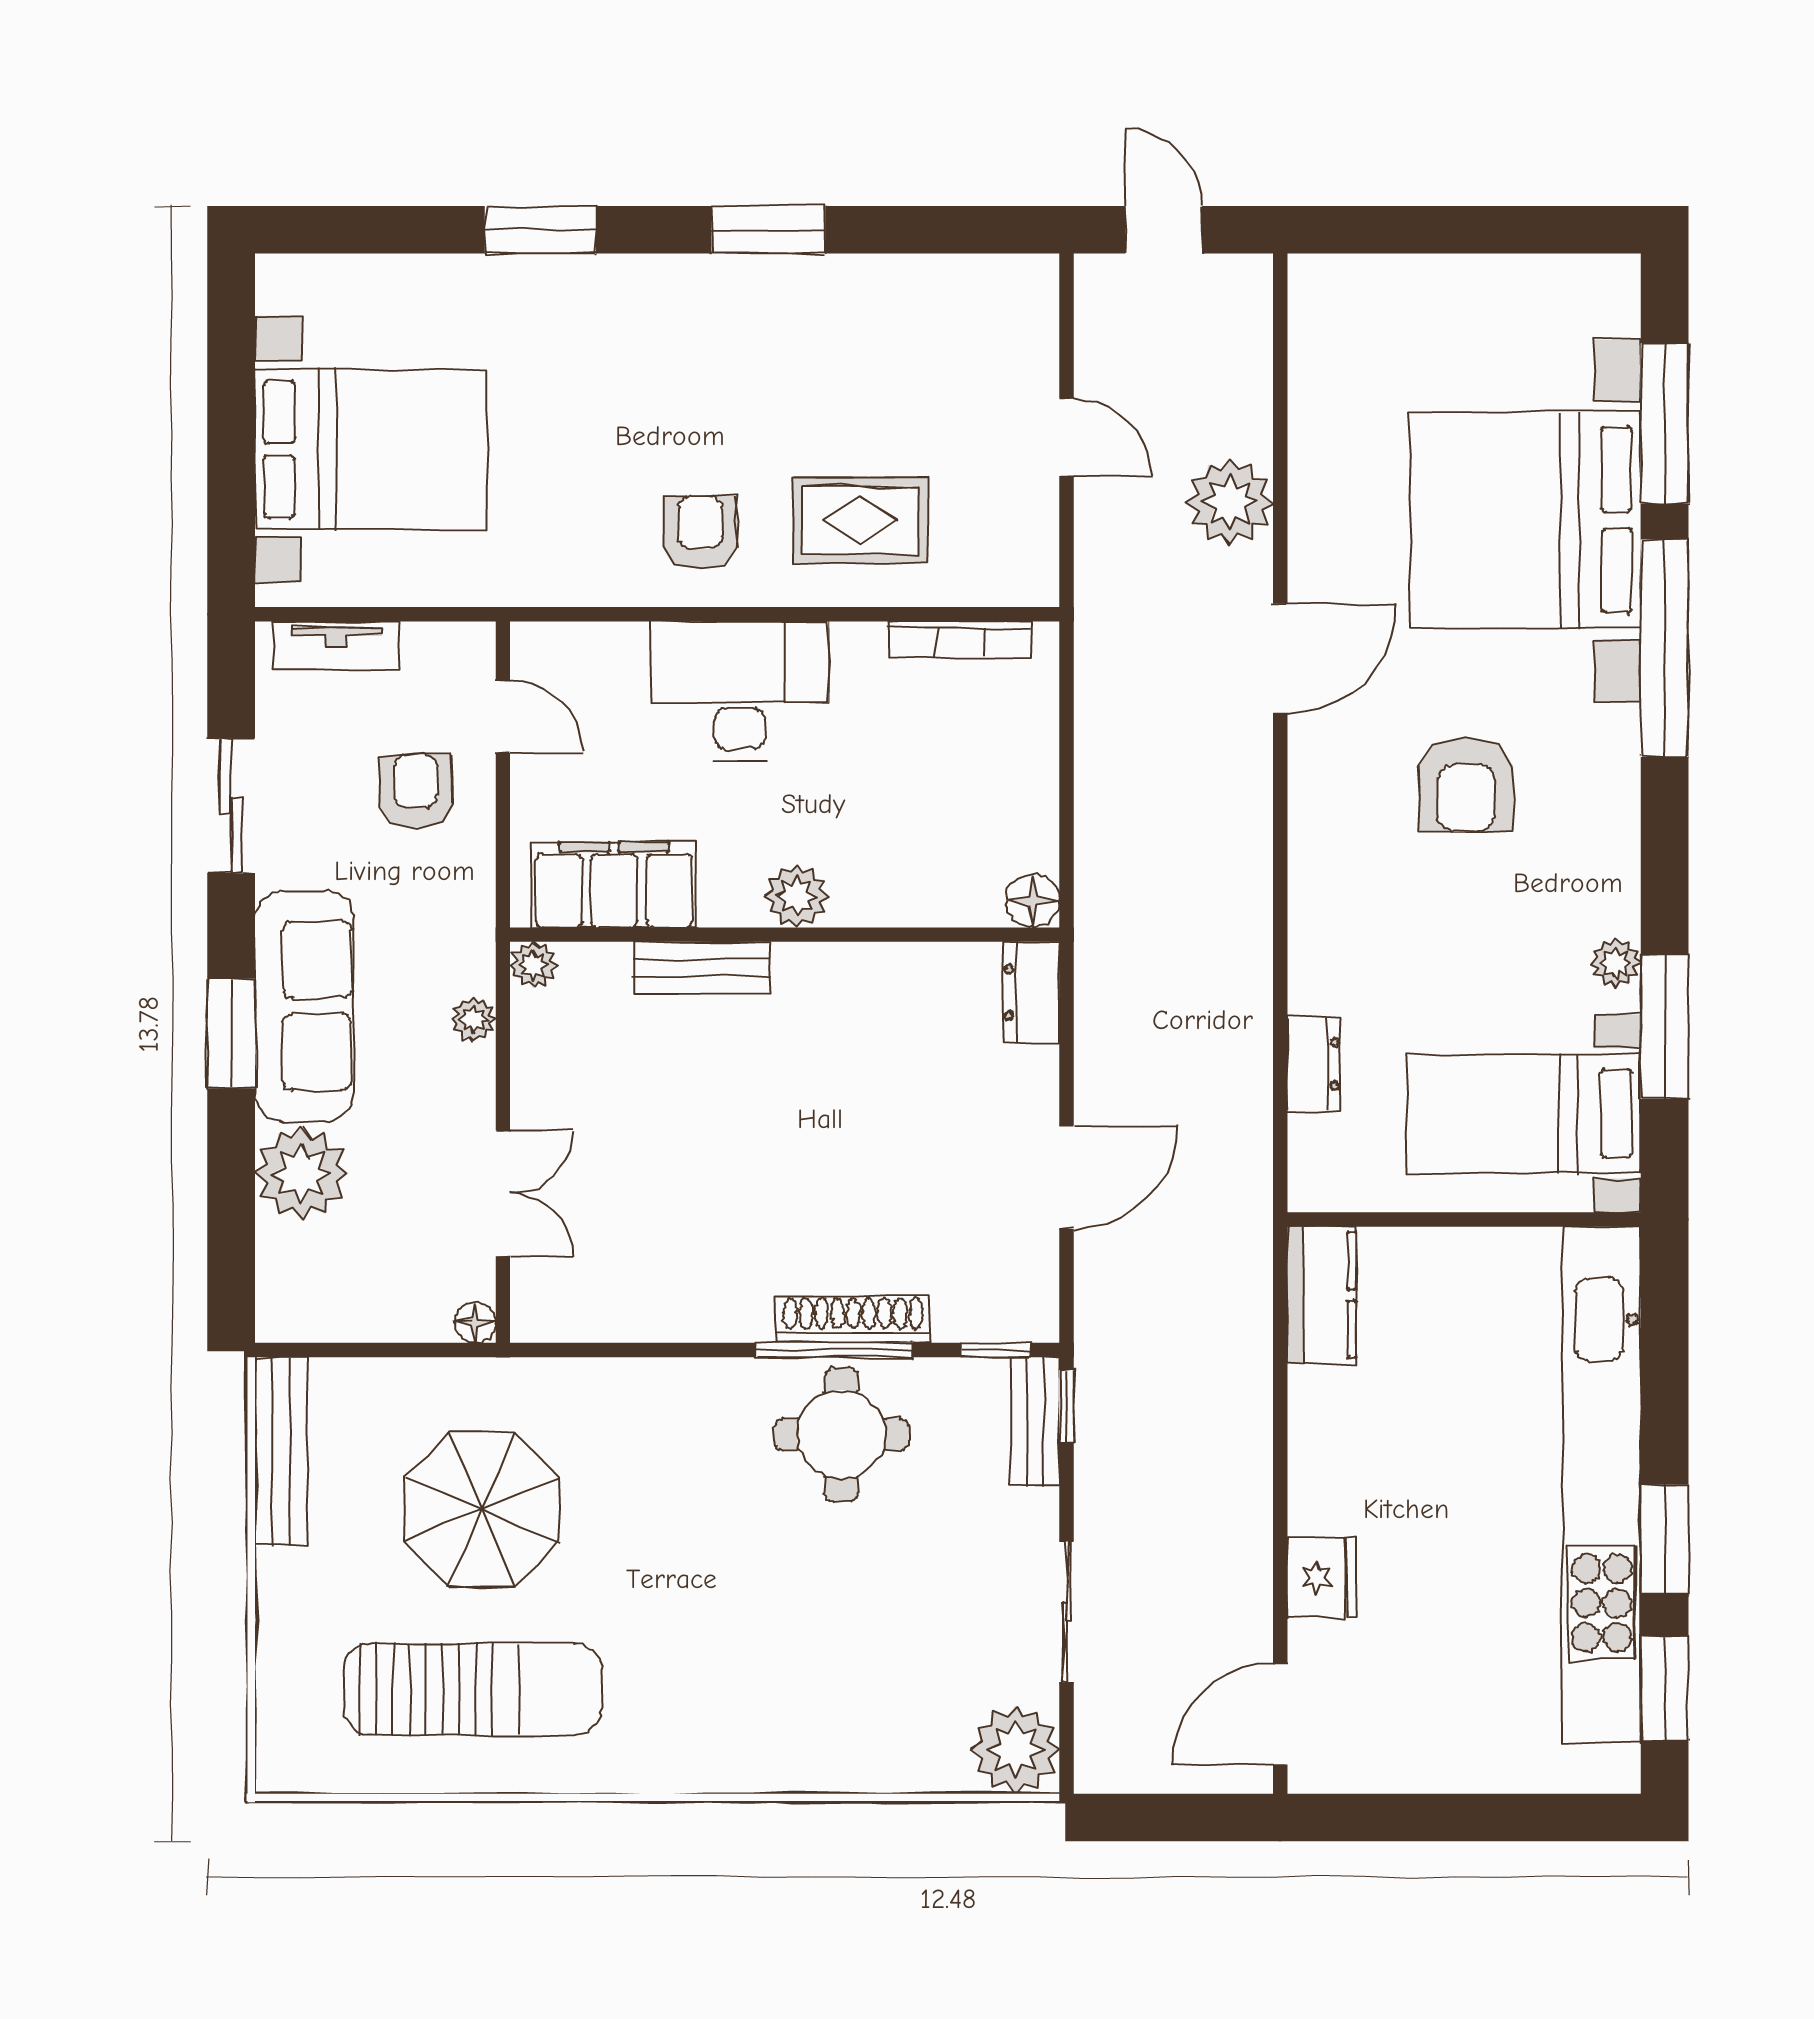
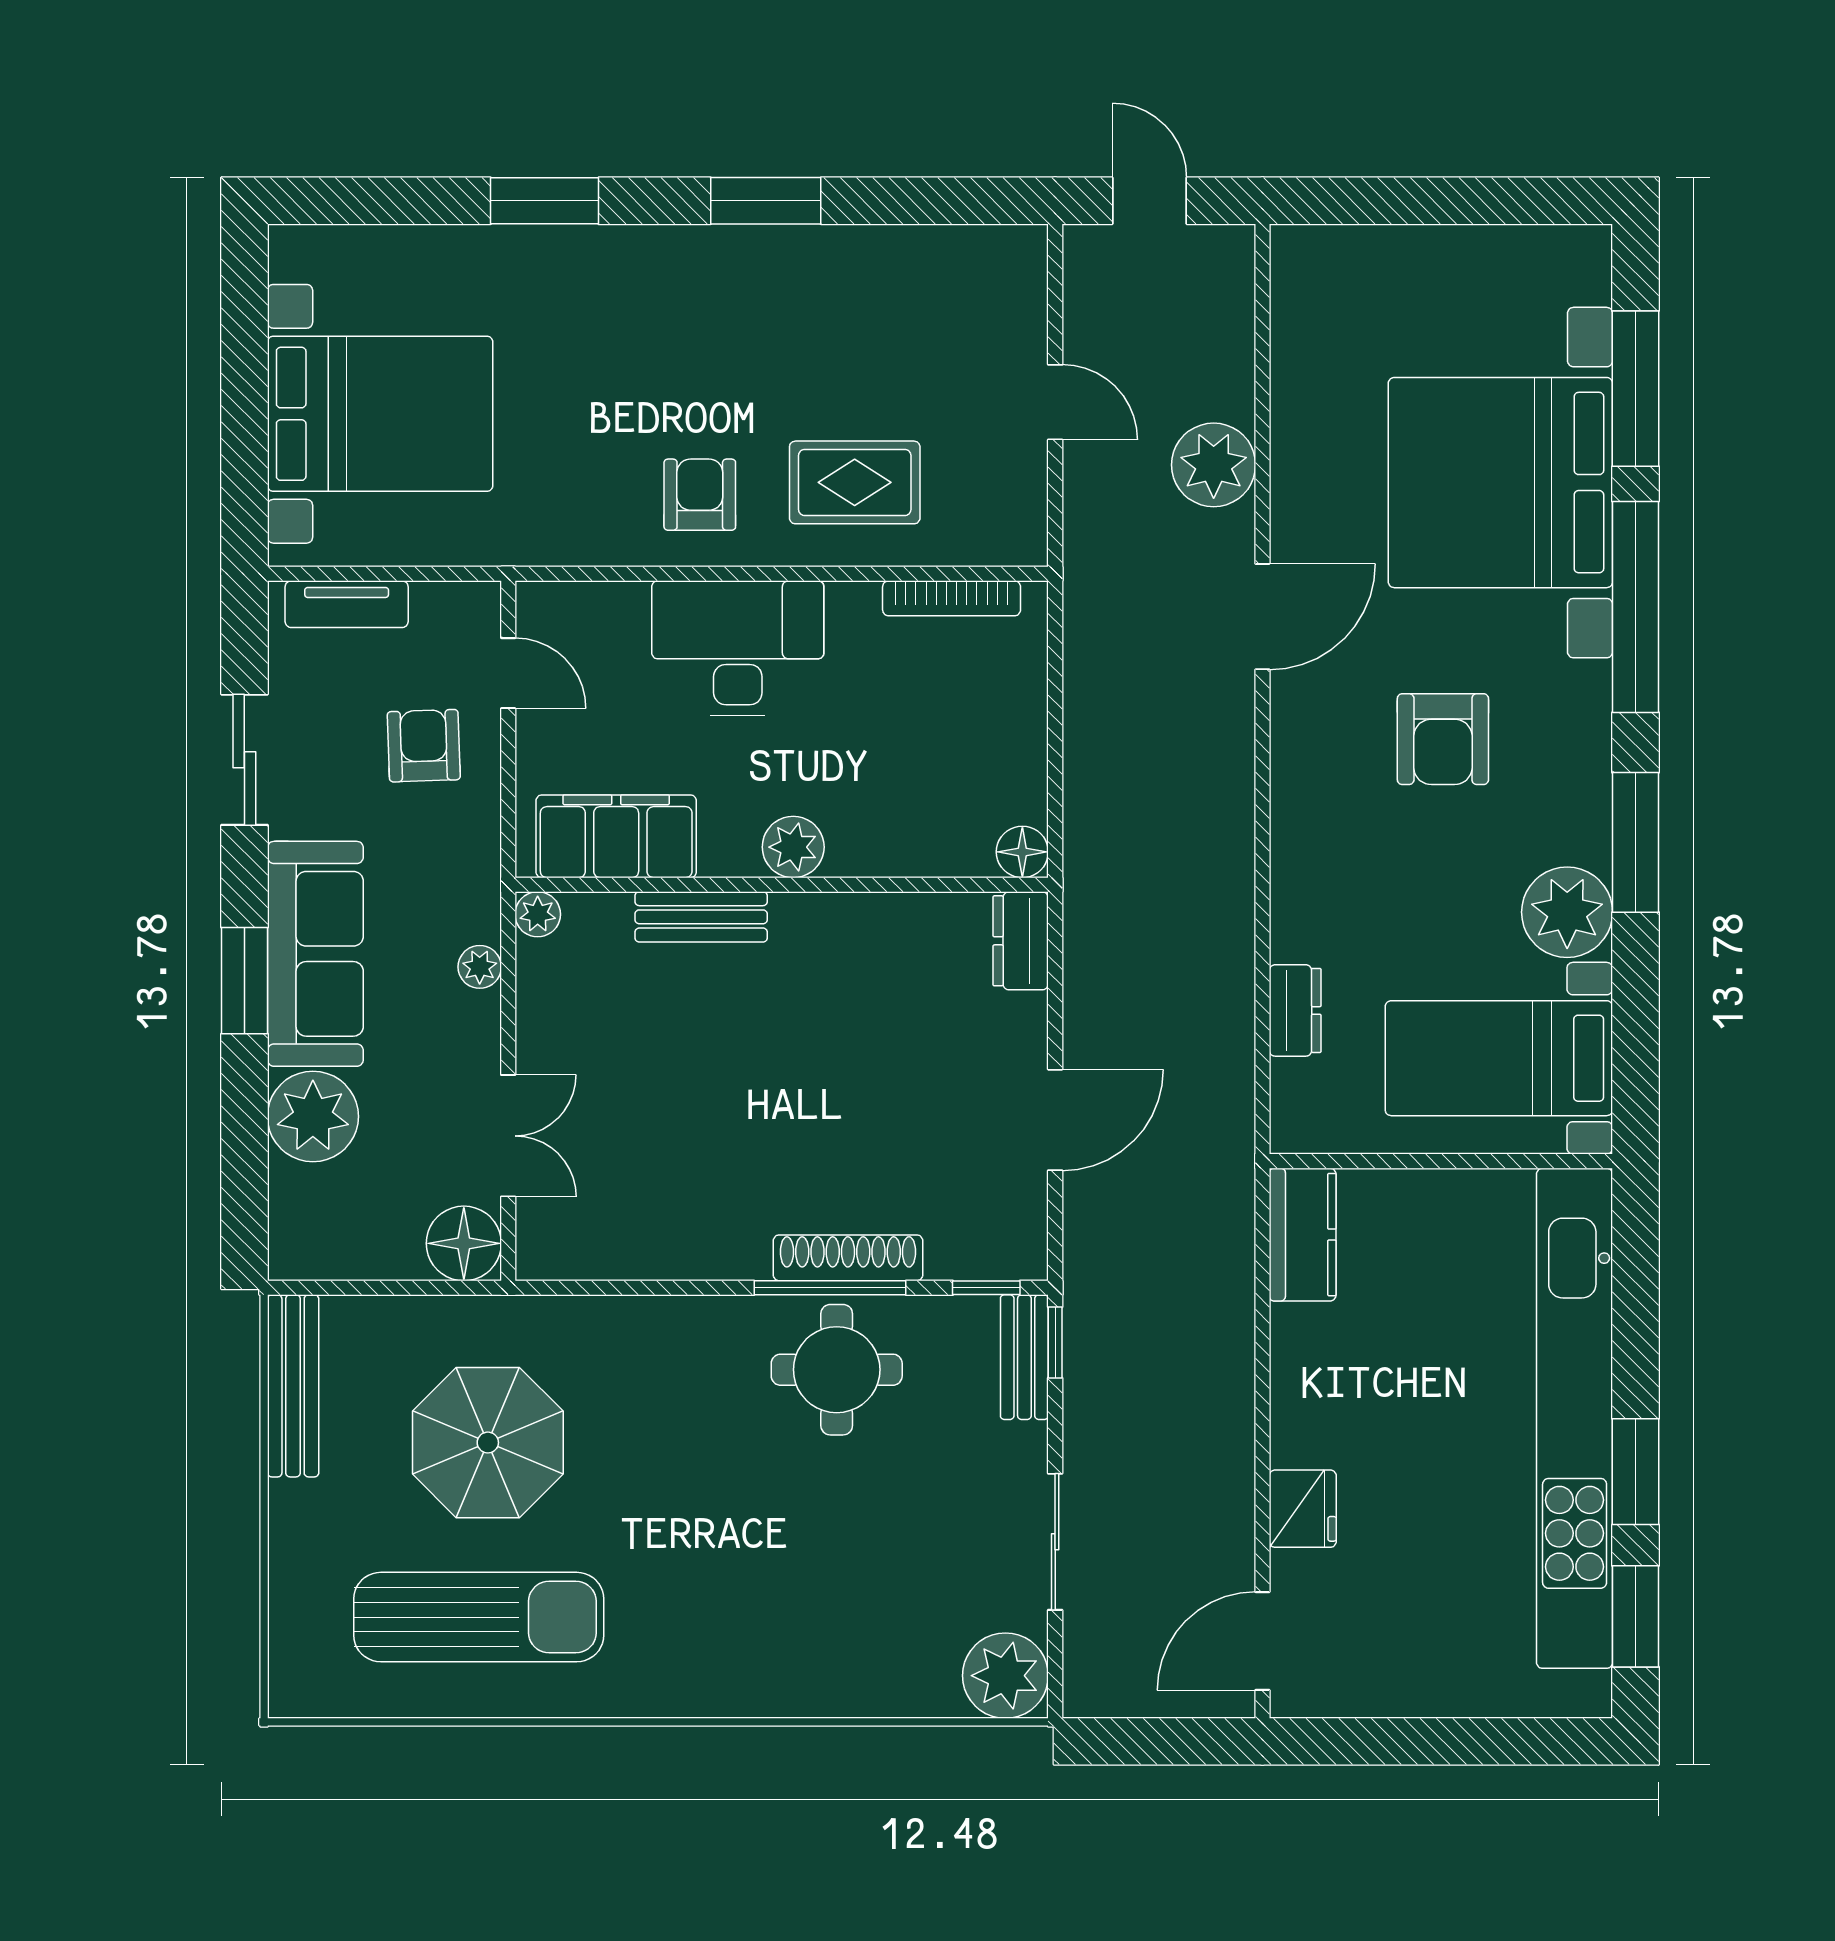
plant: (1616, 963) -> (1567, 912), width x1.87, depth x1.87
window: (1665, 1027) -> (1636, 842), moved
floor lamp: (475, 1322) -> (464, 1243), width x1.89, depth x1.89

